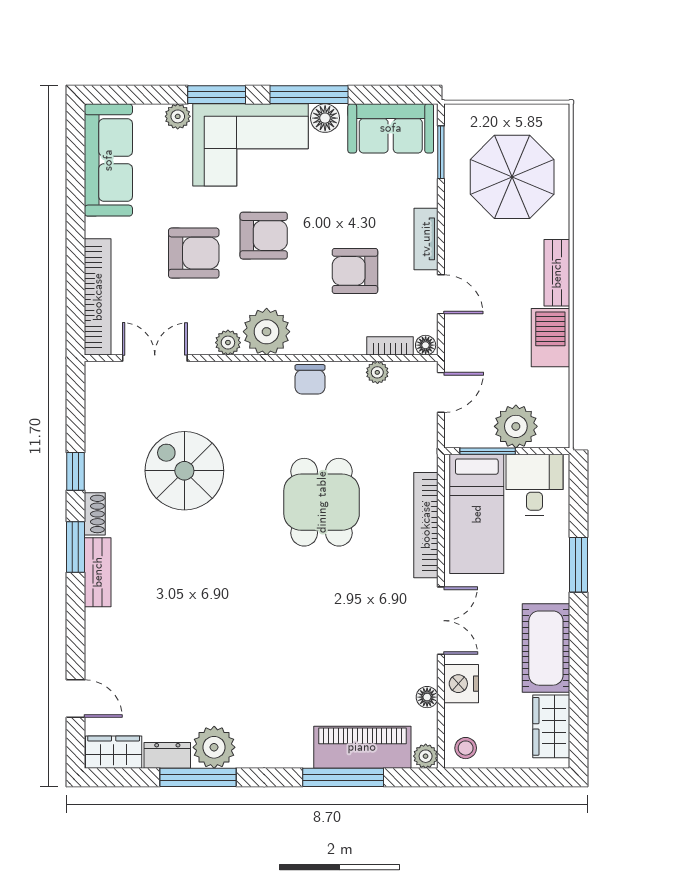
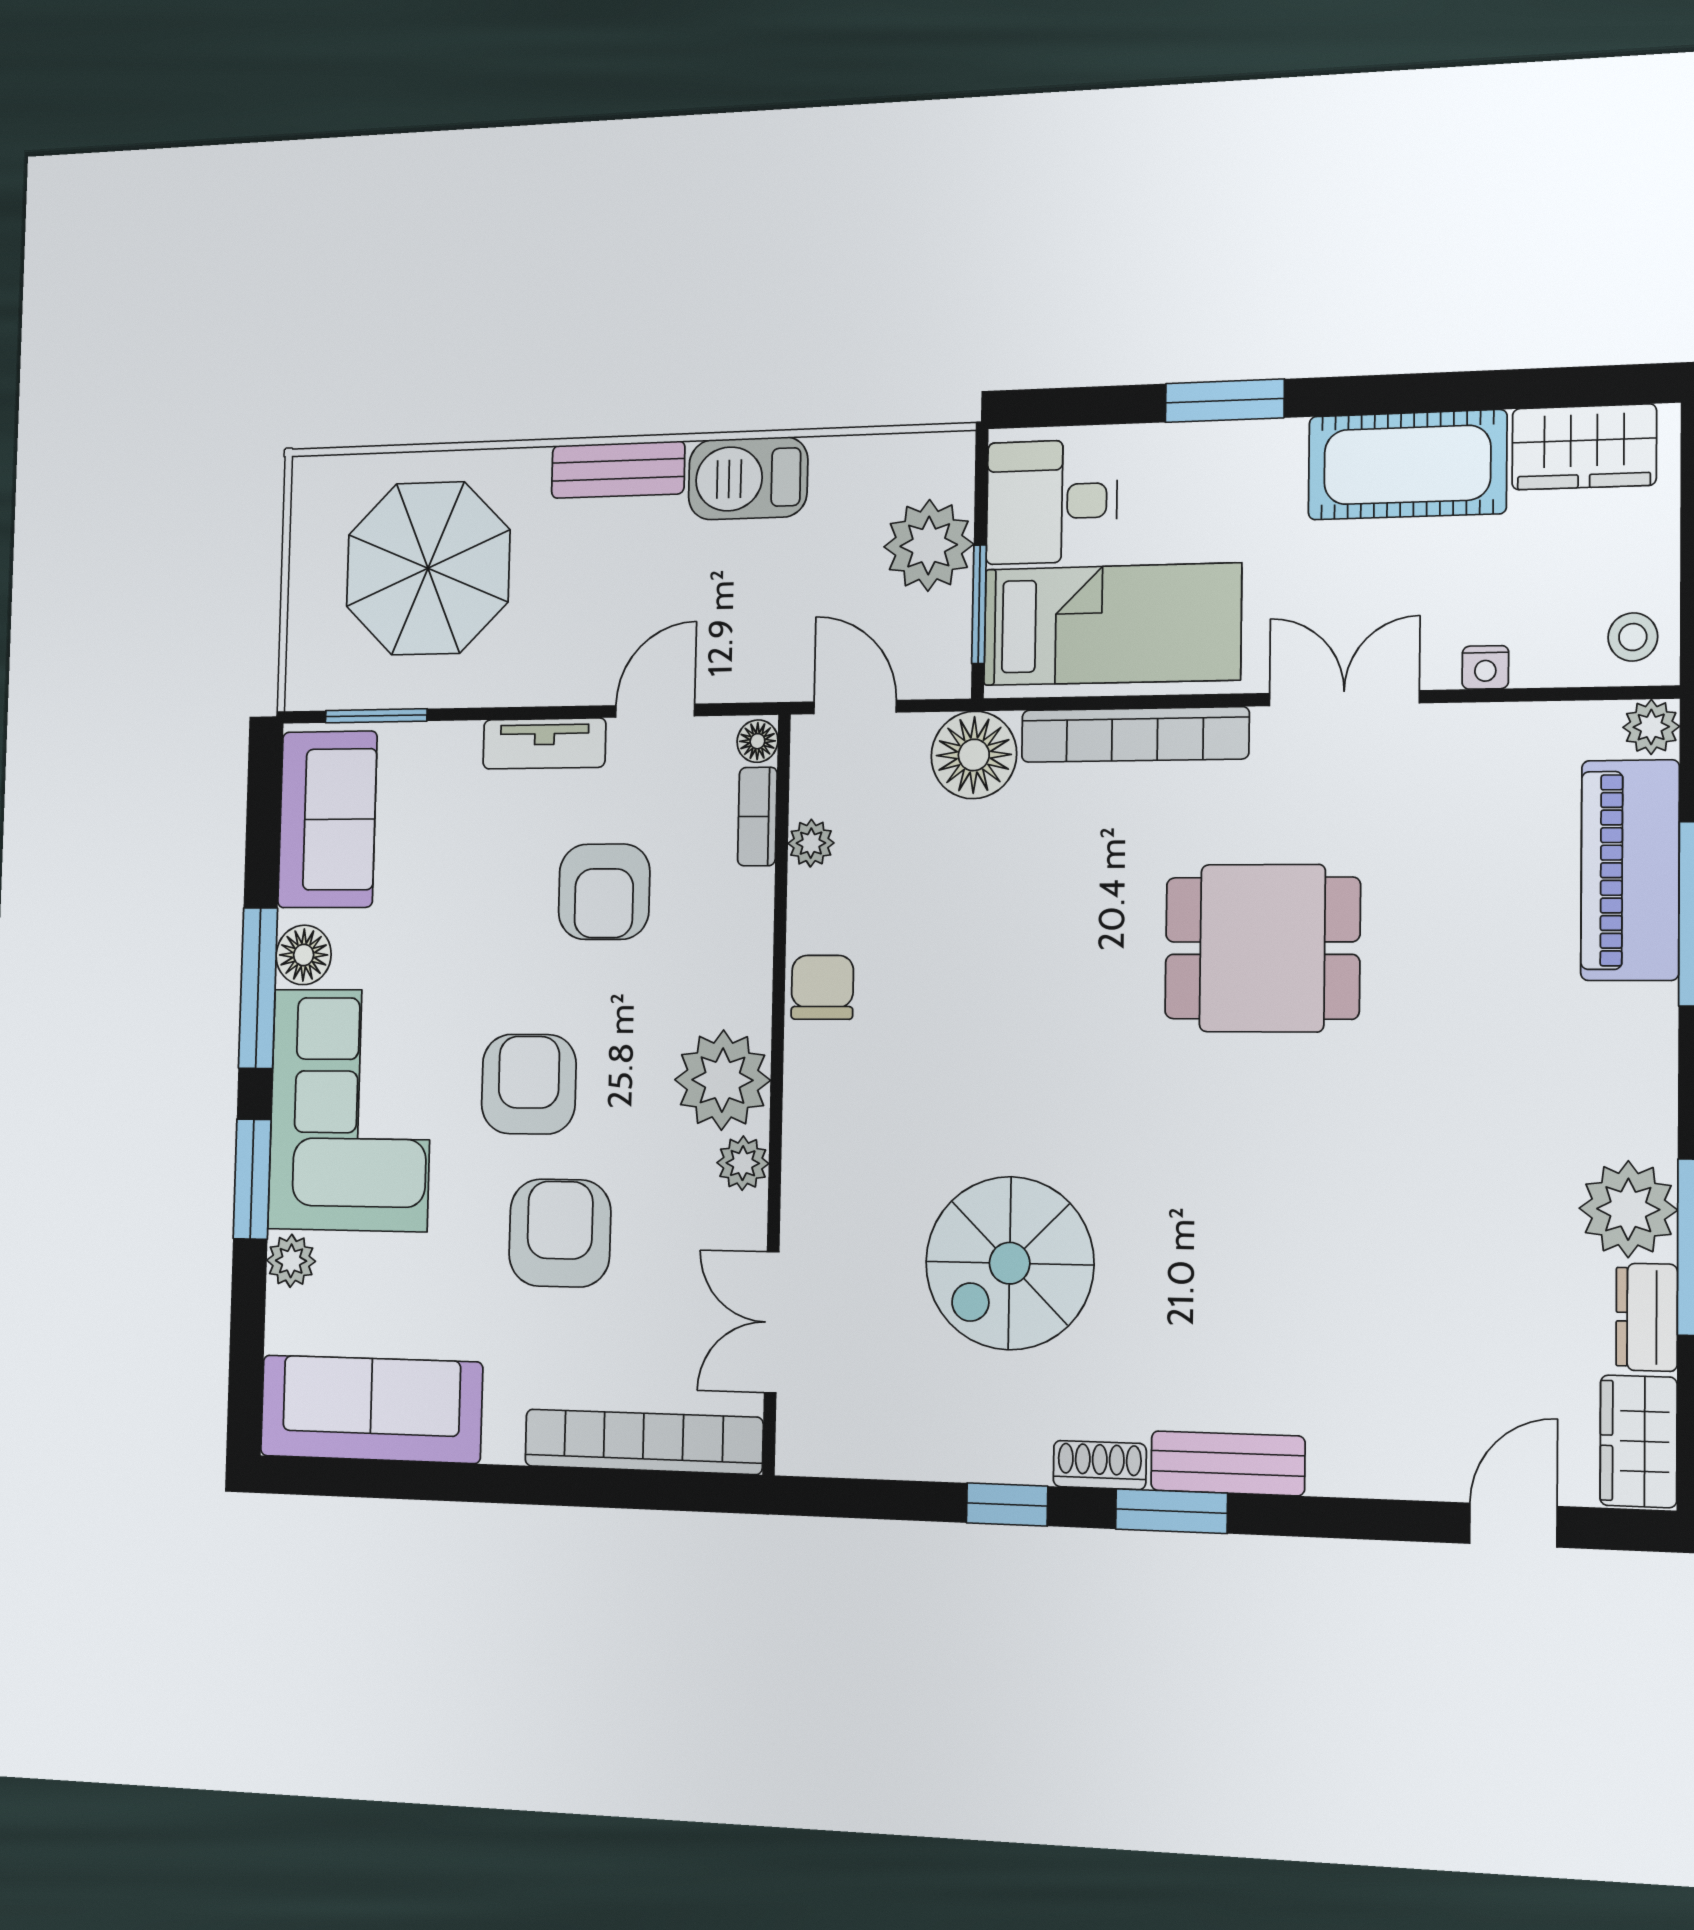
chair: (310, 379) -> (822, 987), turned -90
dining table: (322, 502) -> (1262, 948), moved
nightstand: (461, 684) -> (1485, 667), width x0.53, depth x0.56
floor lamp: (427, 697) -> (974, 755), moved, width x1.89, depth x1.89

